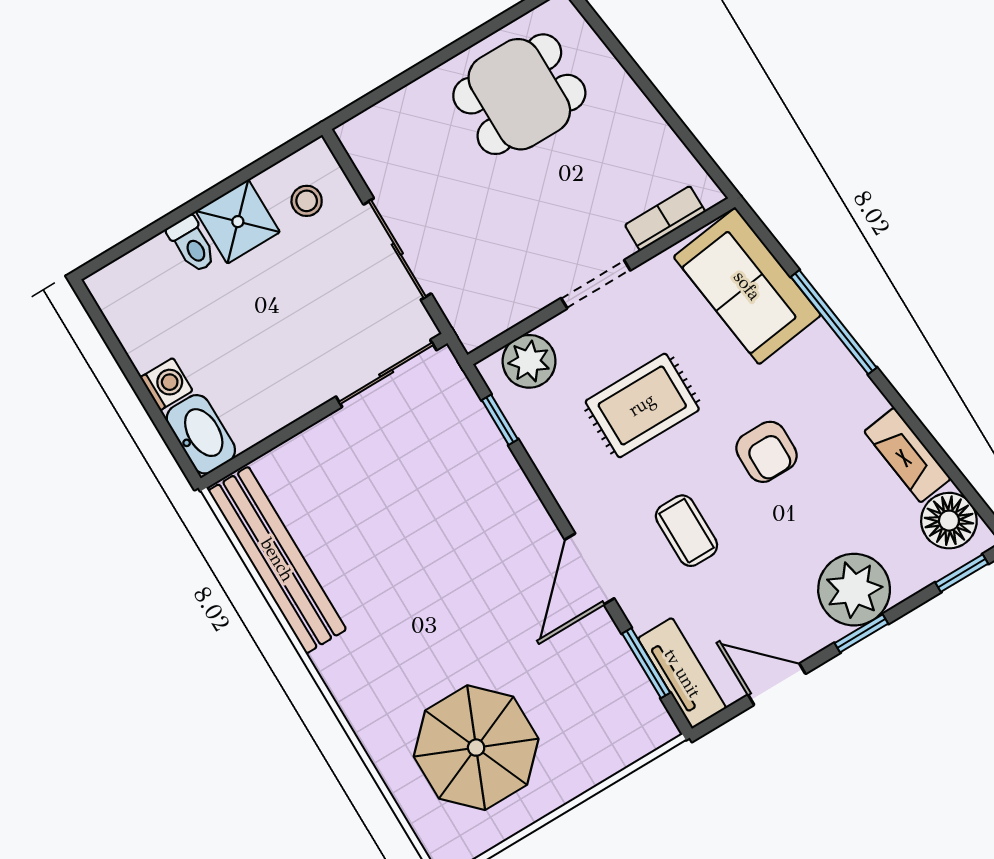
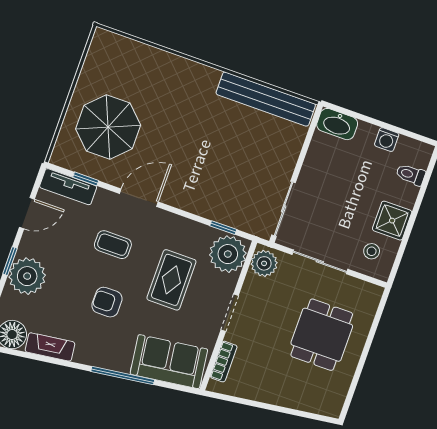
dining table: (519, 94) -> (322, 335), moved
toilet: (192, 244) -> (411, 175), moved
plant: (483, 316) -> (264, 263), added
plant: (529, 361) -> (228, 254), width x1.36, depth x1.36
washing machine: (166, 384) -> (387, 140), moved
door: (590, 569) -> (139, 198), hinge flipped
window: (646, 663) -> (86, 179), width x0.67
parasol: (476, 748) -> (108, 127), moved

